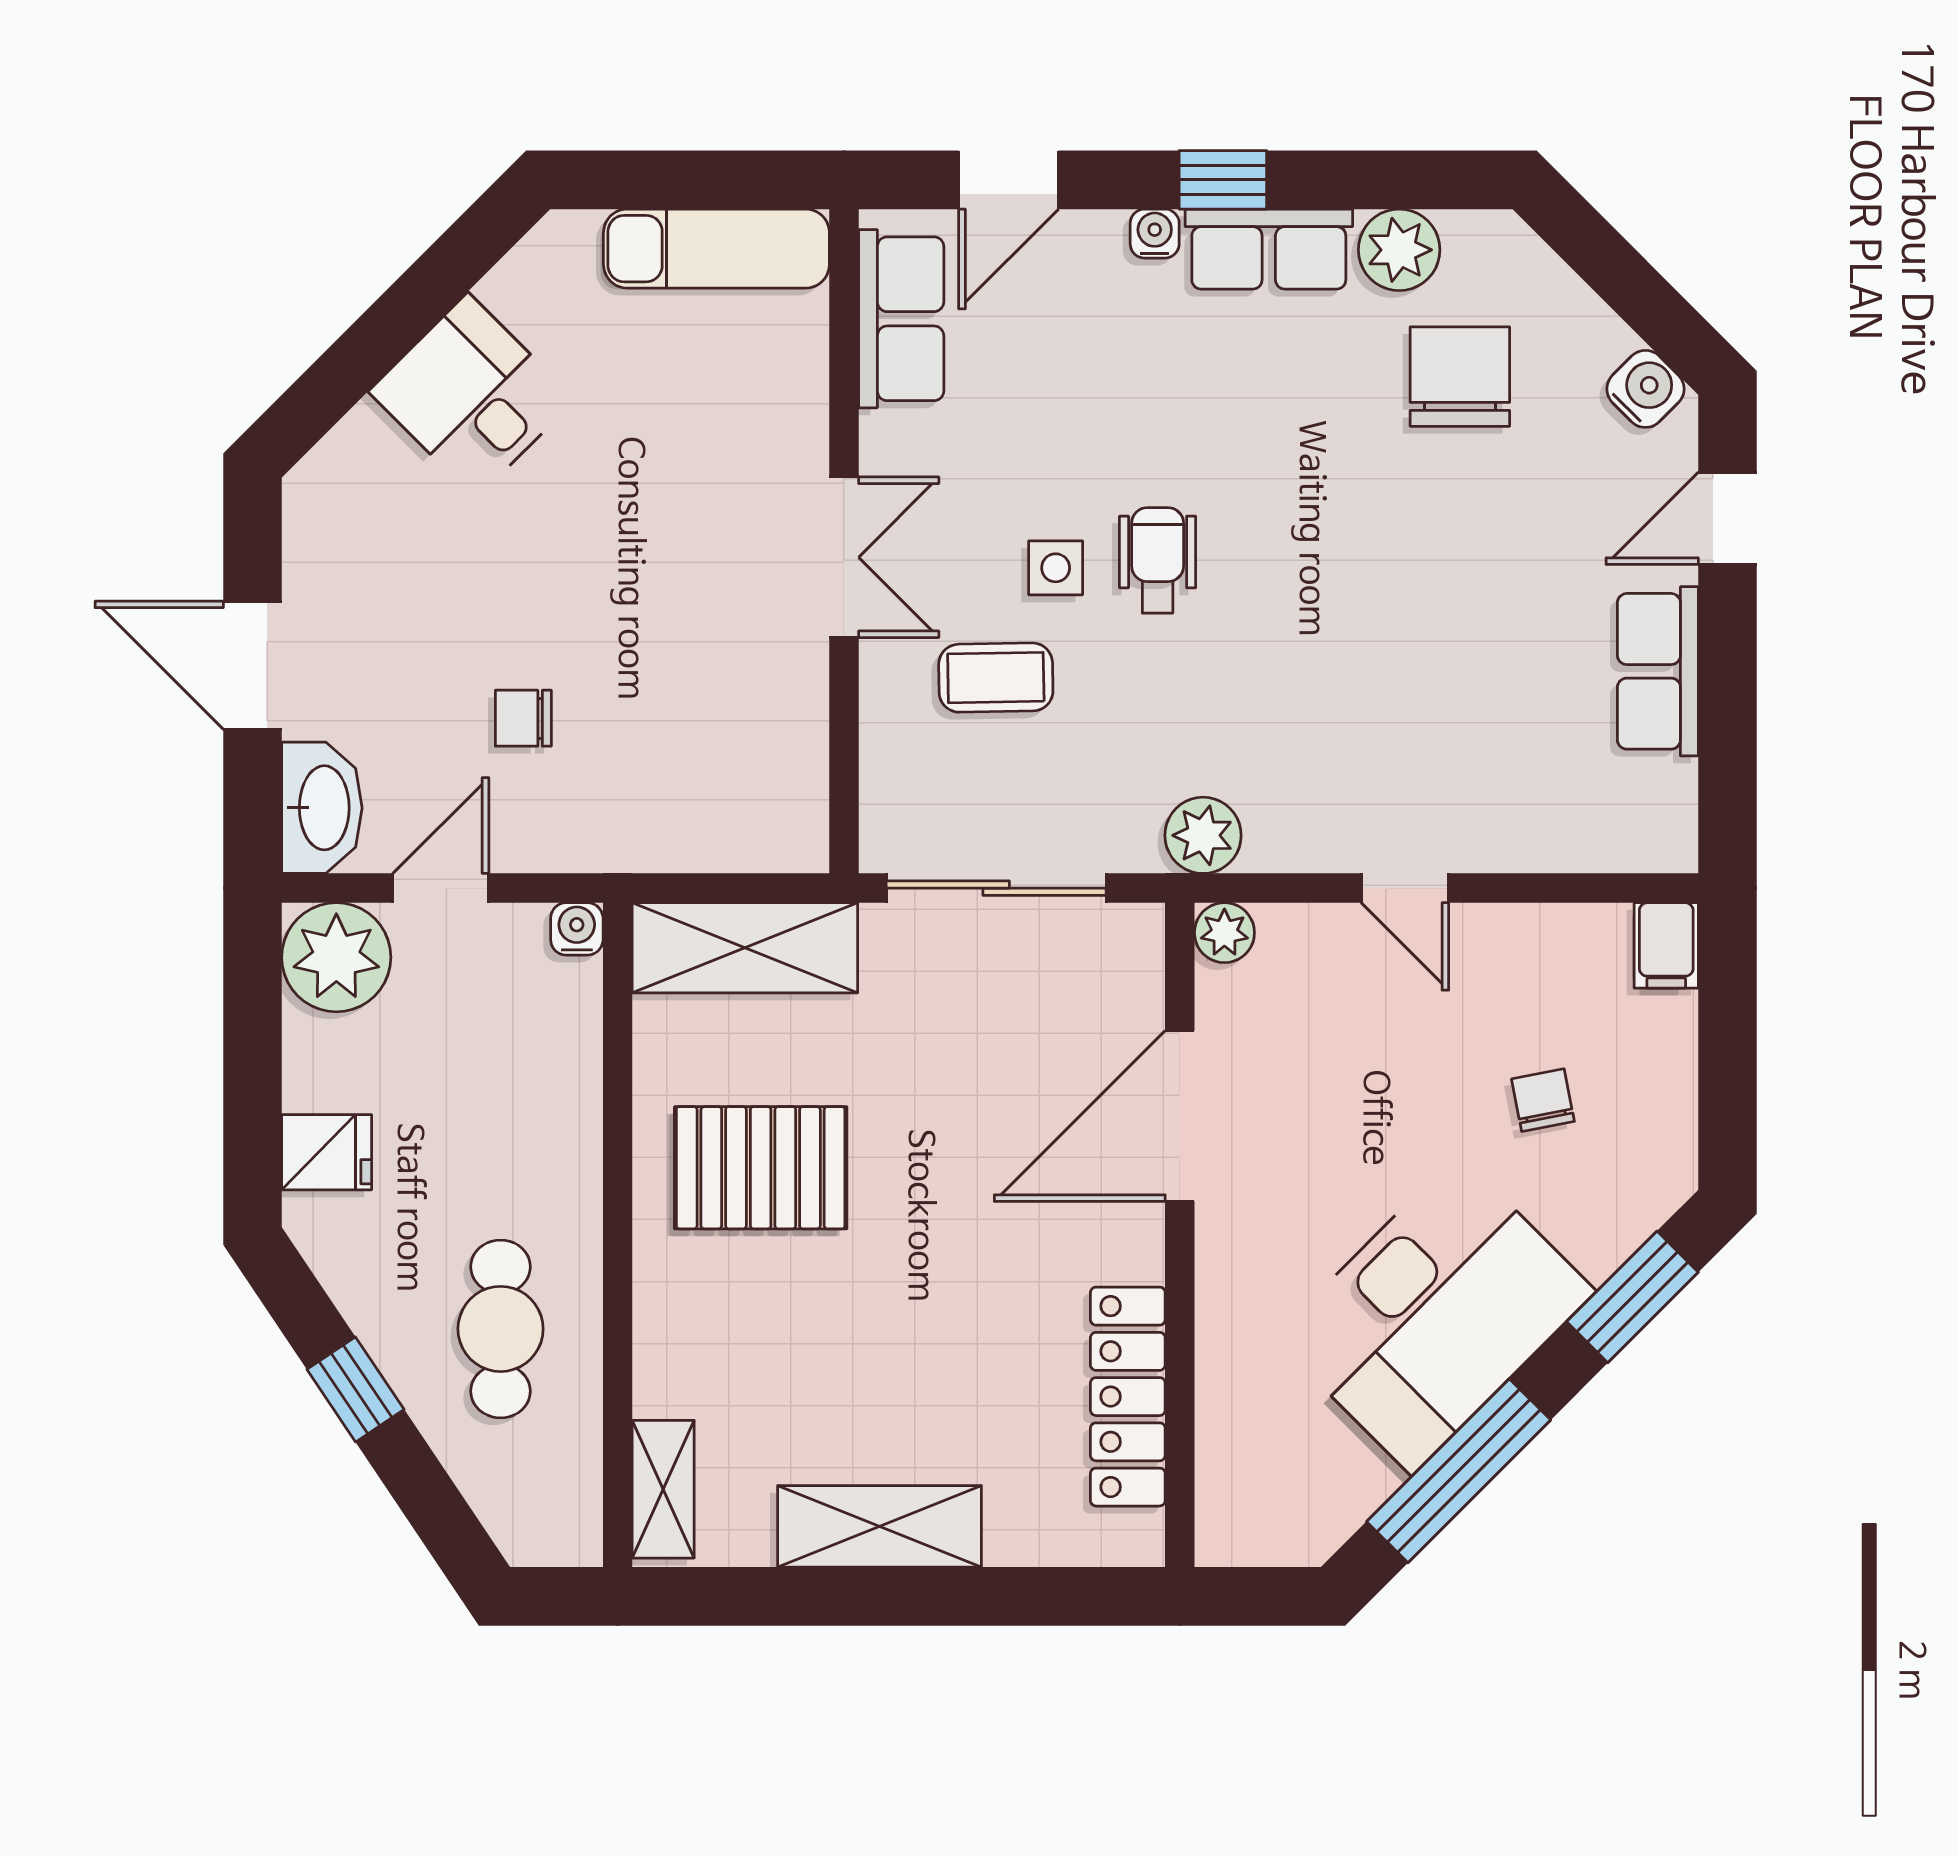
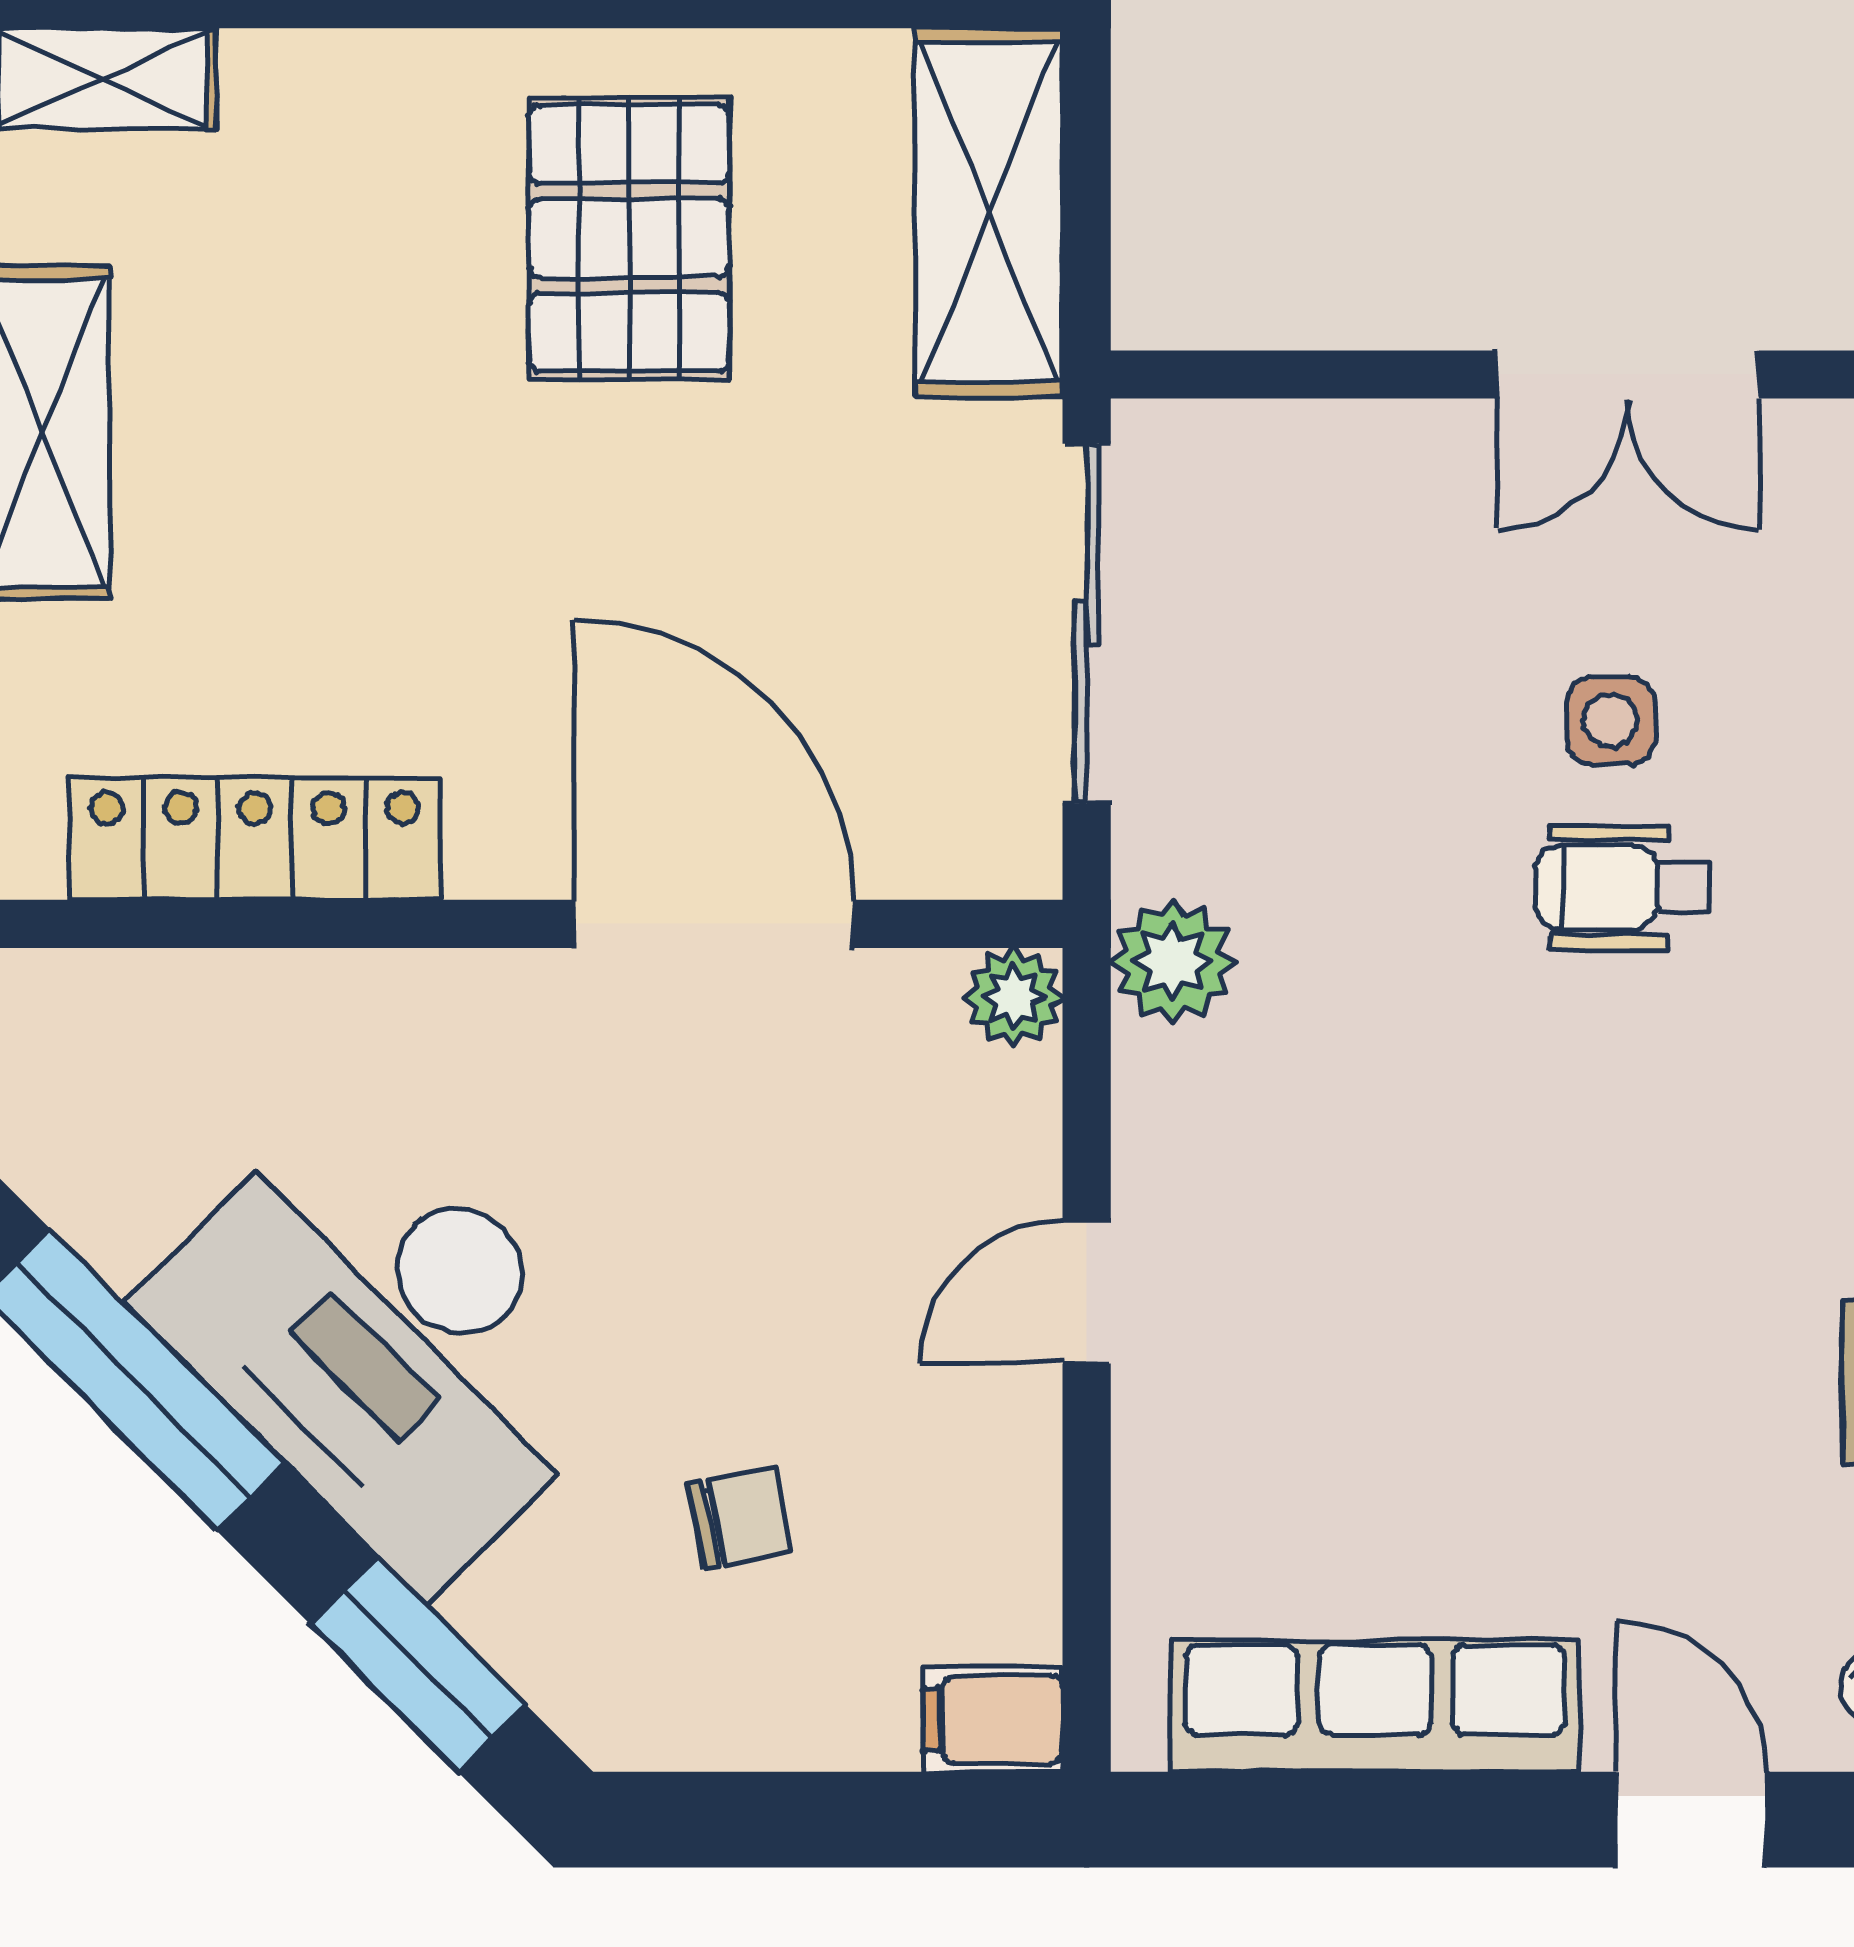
wheelchair: (1158, 560) -> (1623, 887), turned 180
row of seats: (1658, 671) -> (1375, 1706), width x1.48
coffee table: (996, 678) -> (1431, 623), removed

